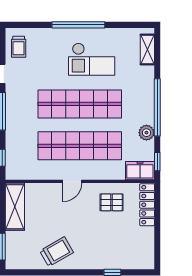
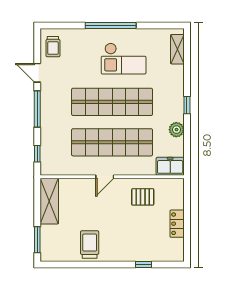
window: (157, 107) -> (187, 105), width x0.32
window: (157, 162) -> (187, 158), removed
locker: (147, 205) -> (177, 224), moved, width x0.66
trolley: (57, 252) -> (90, 245), turned -60

